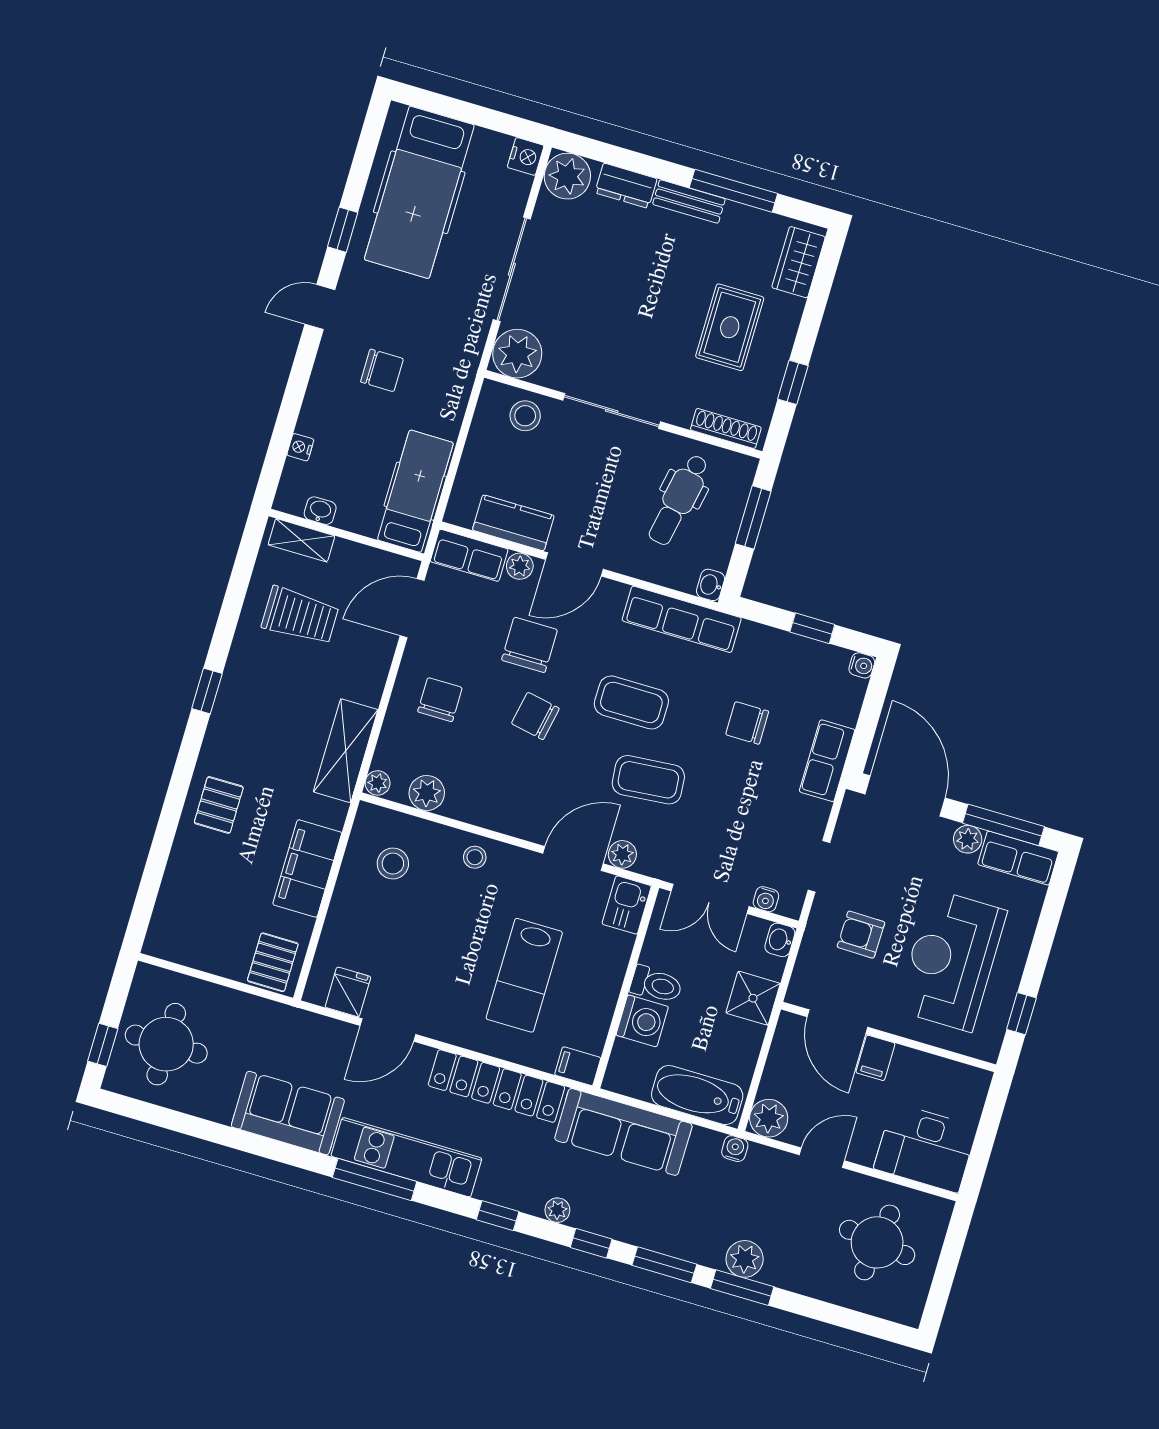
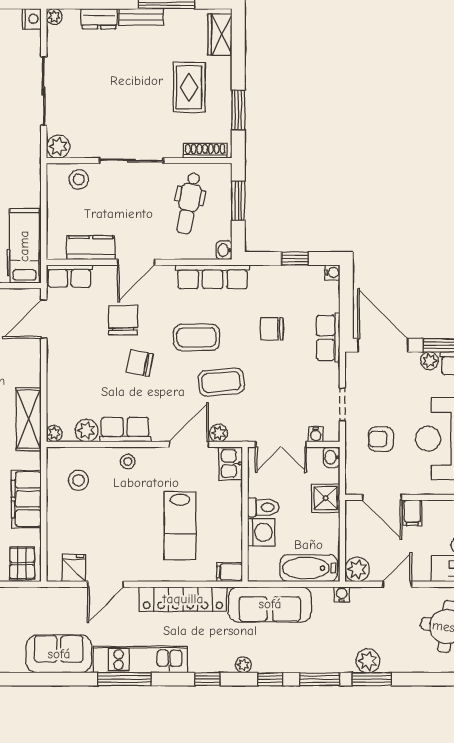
plant: (567, 176) -> (54, 16), width x0.53, depth x0.53
plant: (517, 354) -> (58, 147), width x0.73, depth x0.73
window: (793, 382) -> (238, 110), width x1.50
plant: (520, 566) -> (103, 273), removed
chair: (440, 700) -> (78, 370), removed
row of seats: (485, 809) -> (125, 430), added

